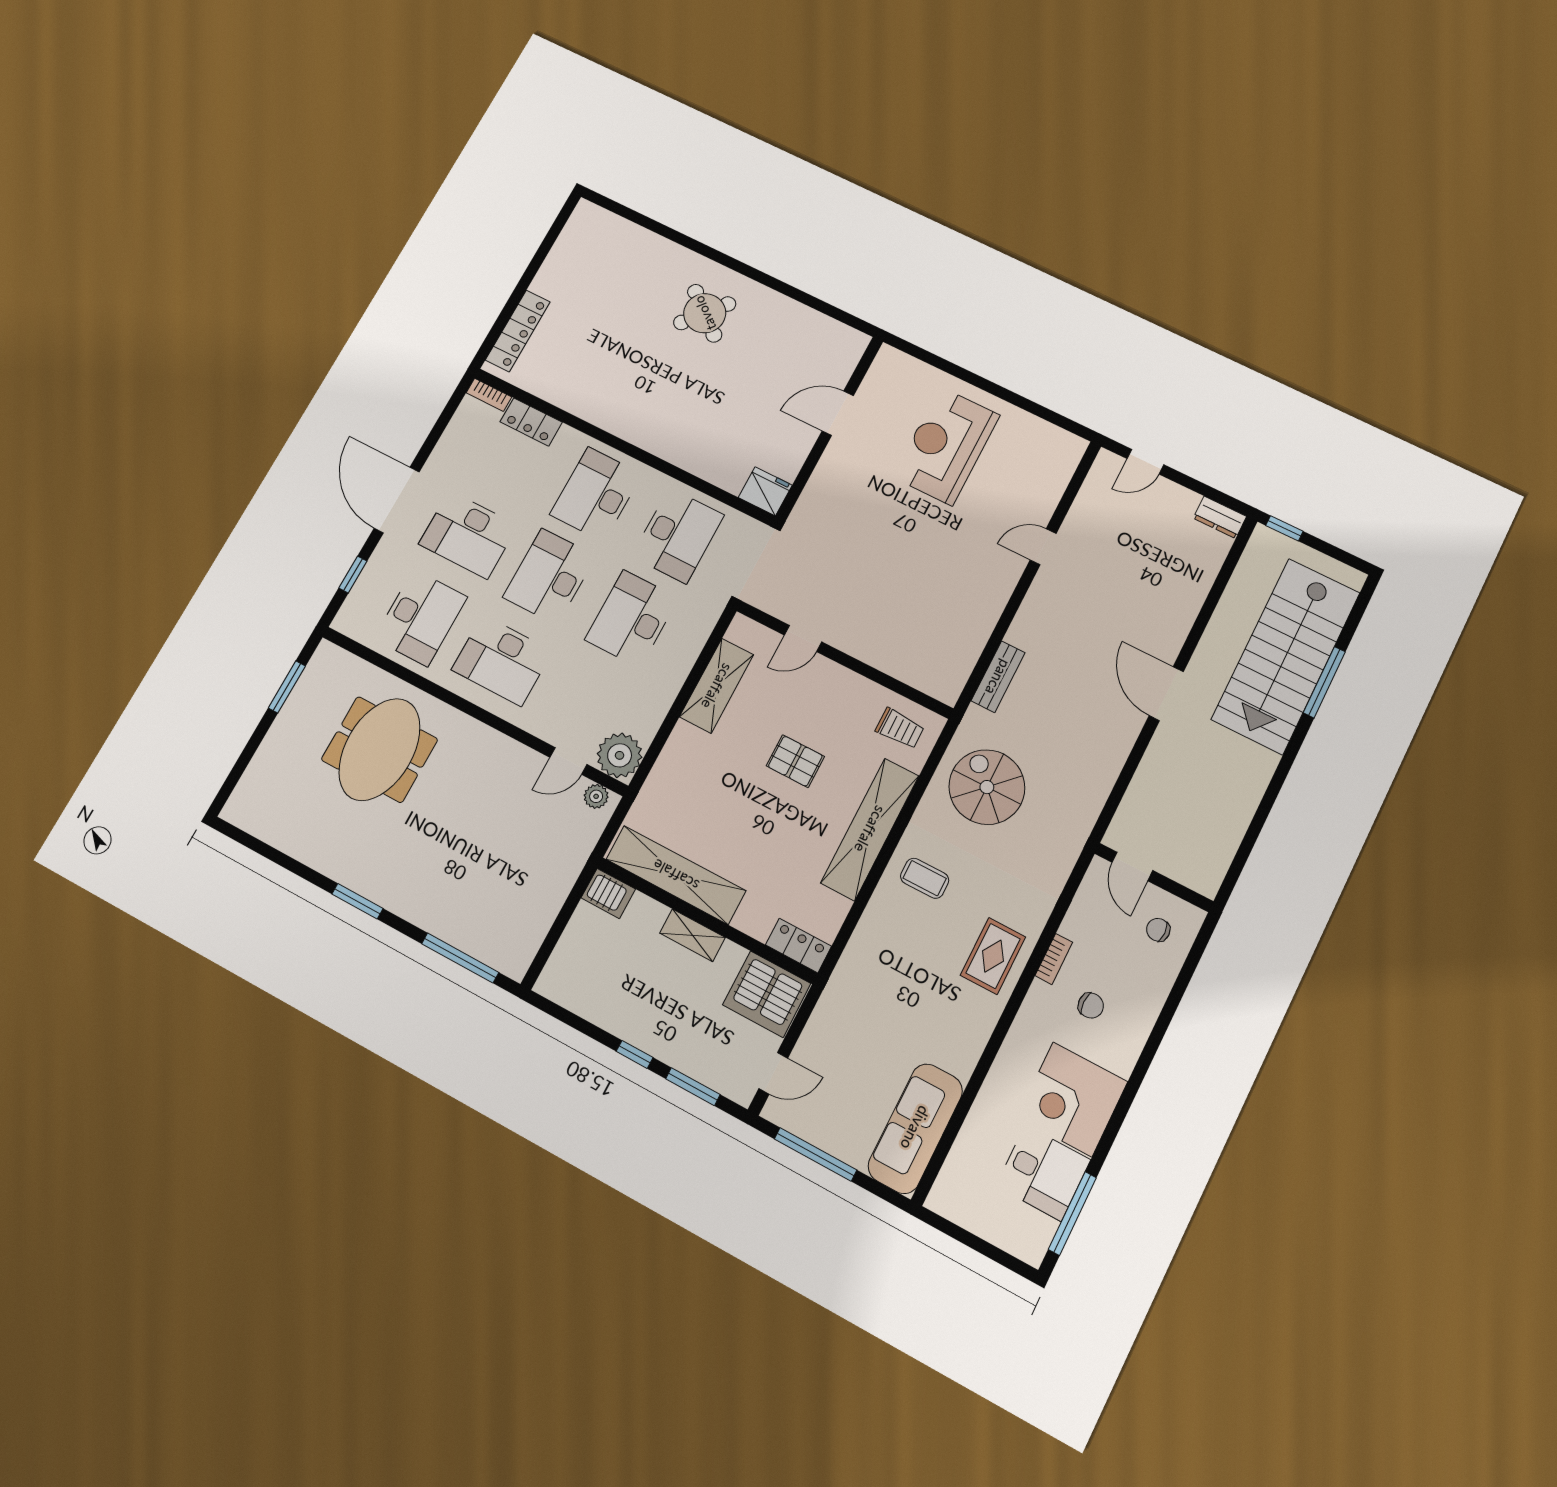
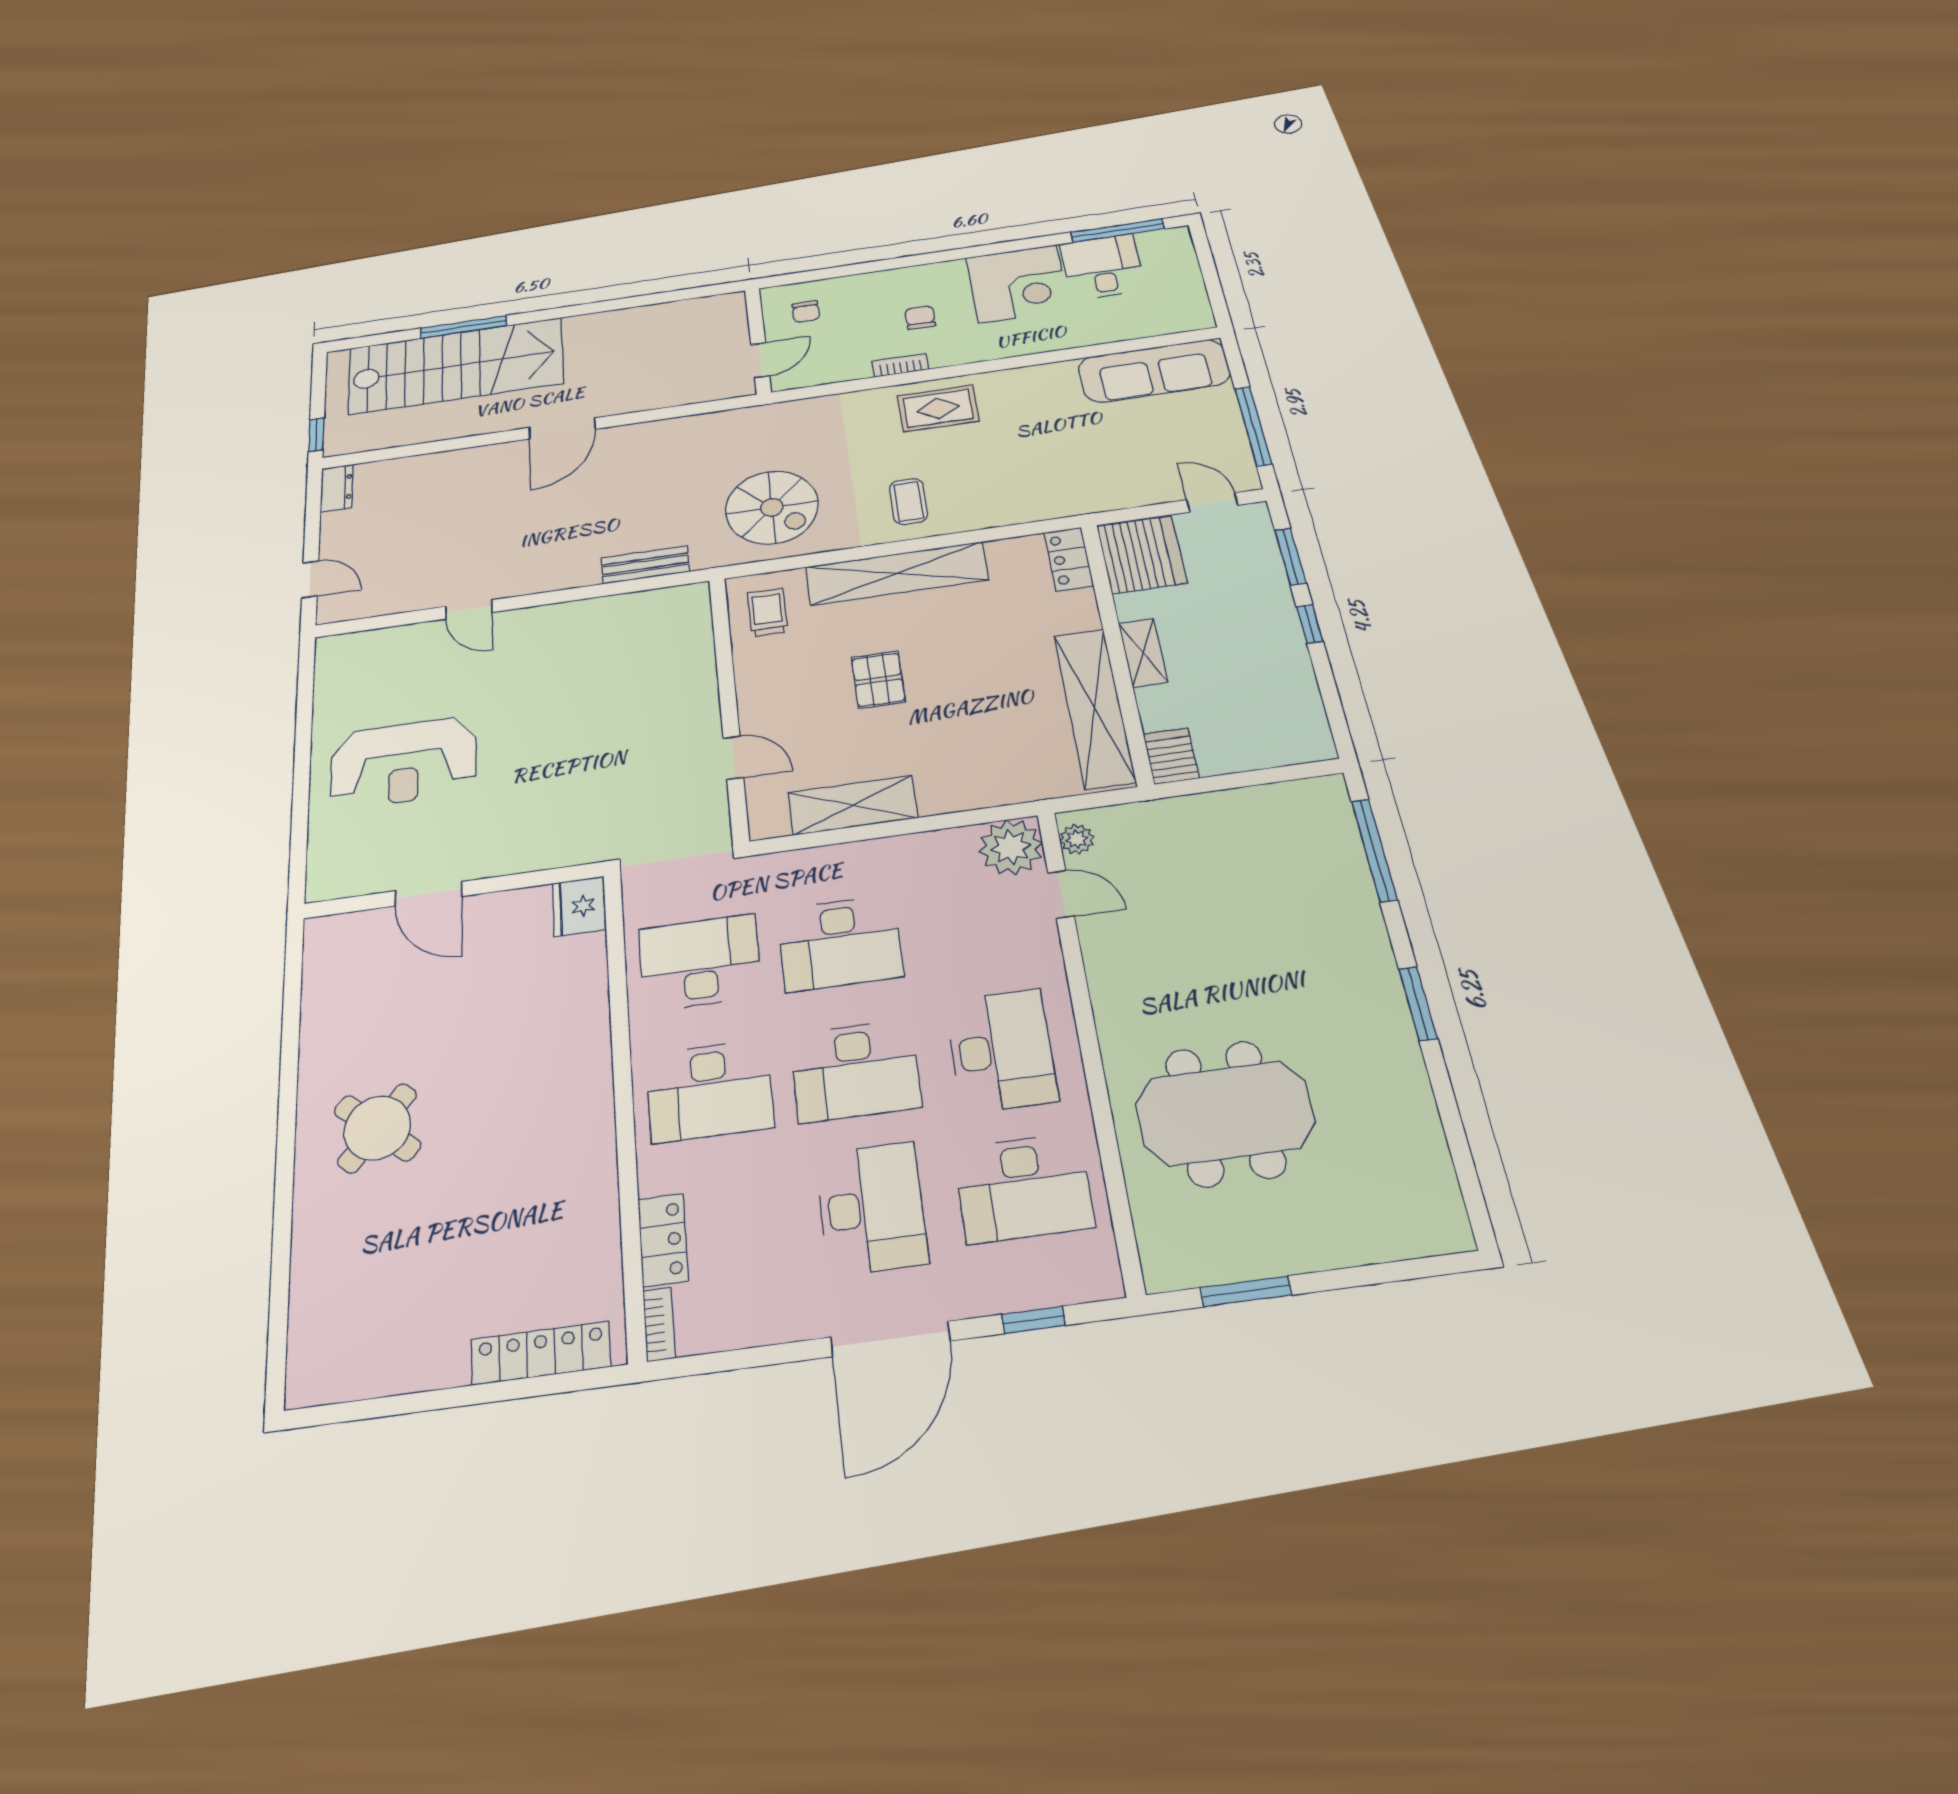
desk: (421, 618) -> (1024, 1188), turned 180
spiral stairs: (987, 787) -> (772, 507), turned -90

